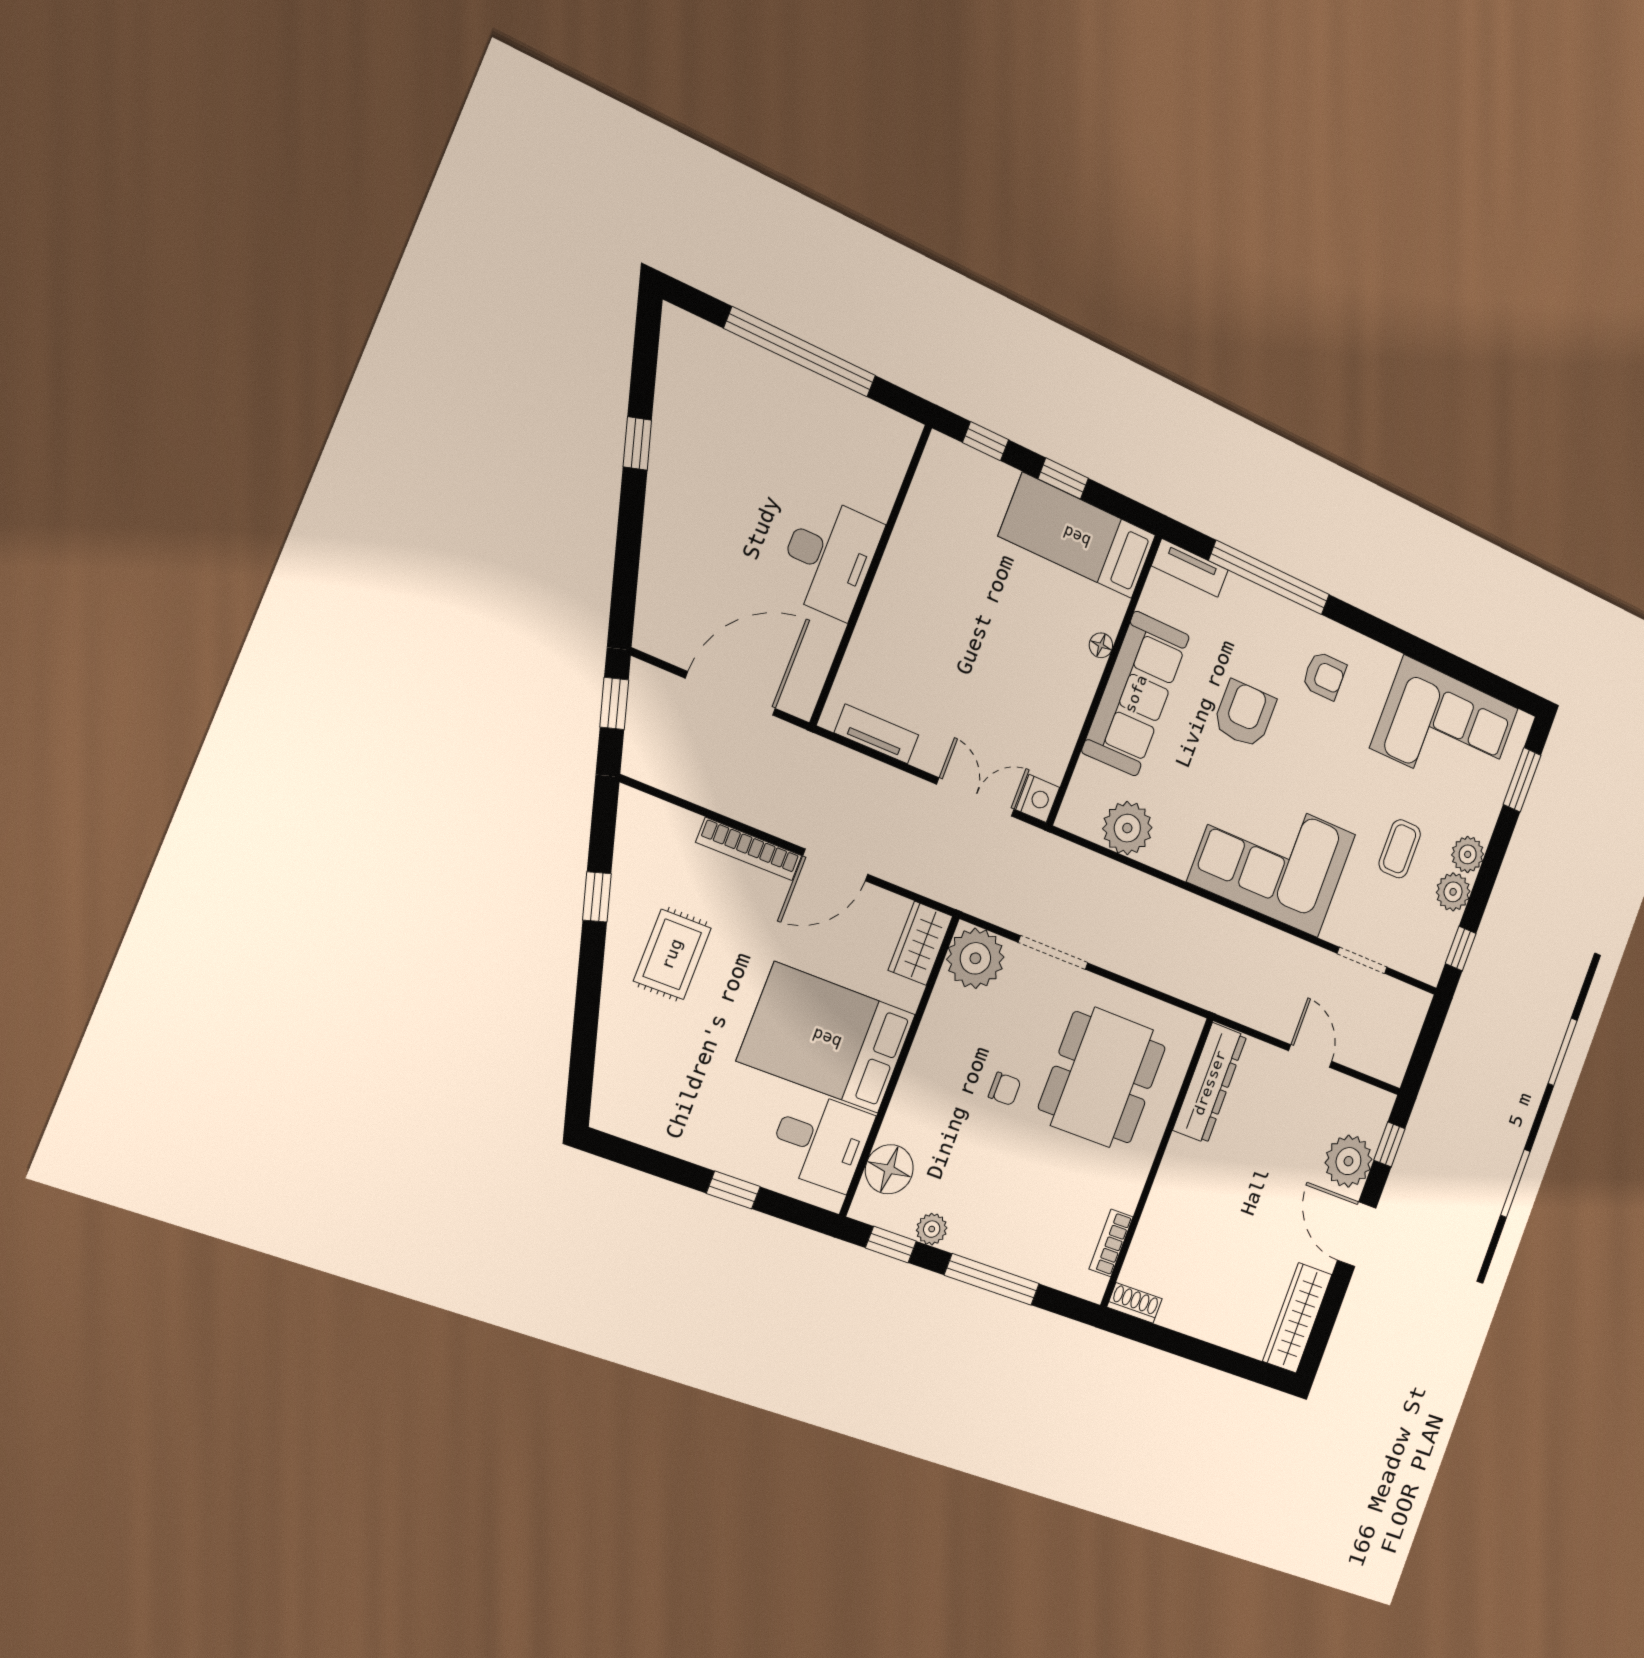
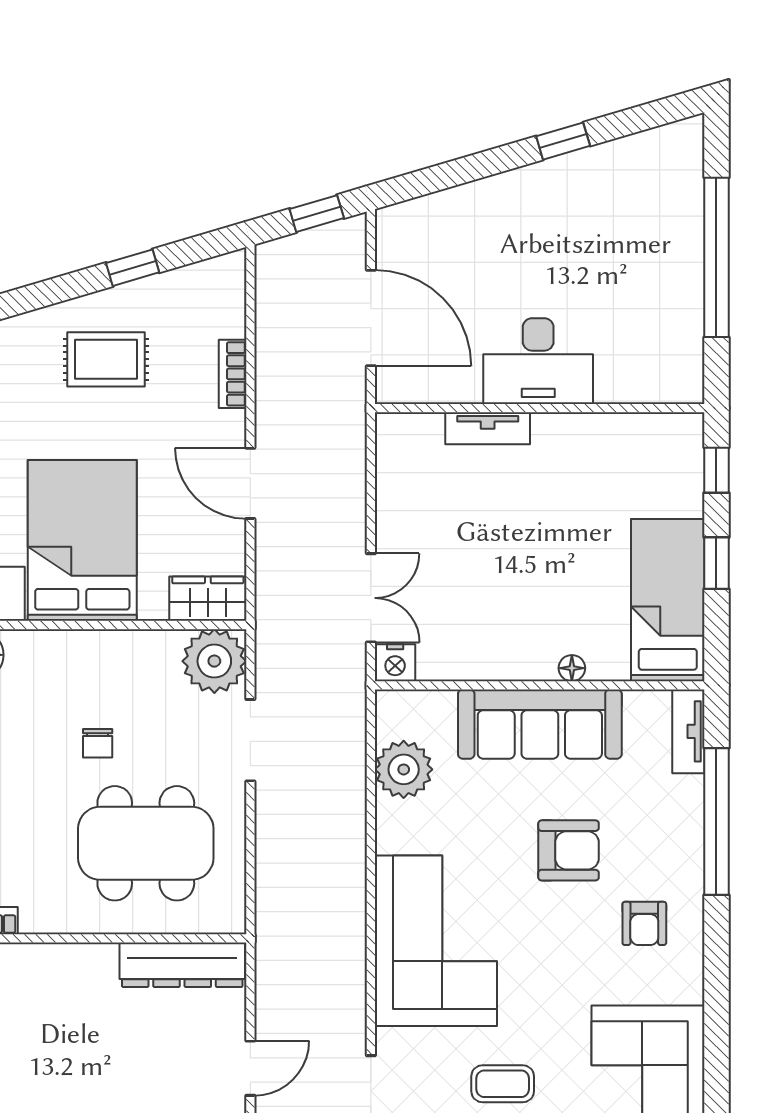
tv unit: (876, 734) -> (488, 428), moved, turned 90
bookcase: (749, 849) -> (233, 374), width x0.64

